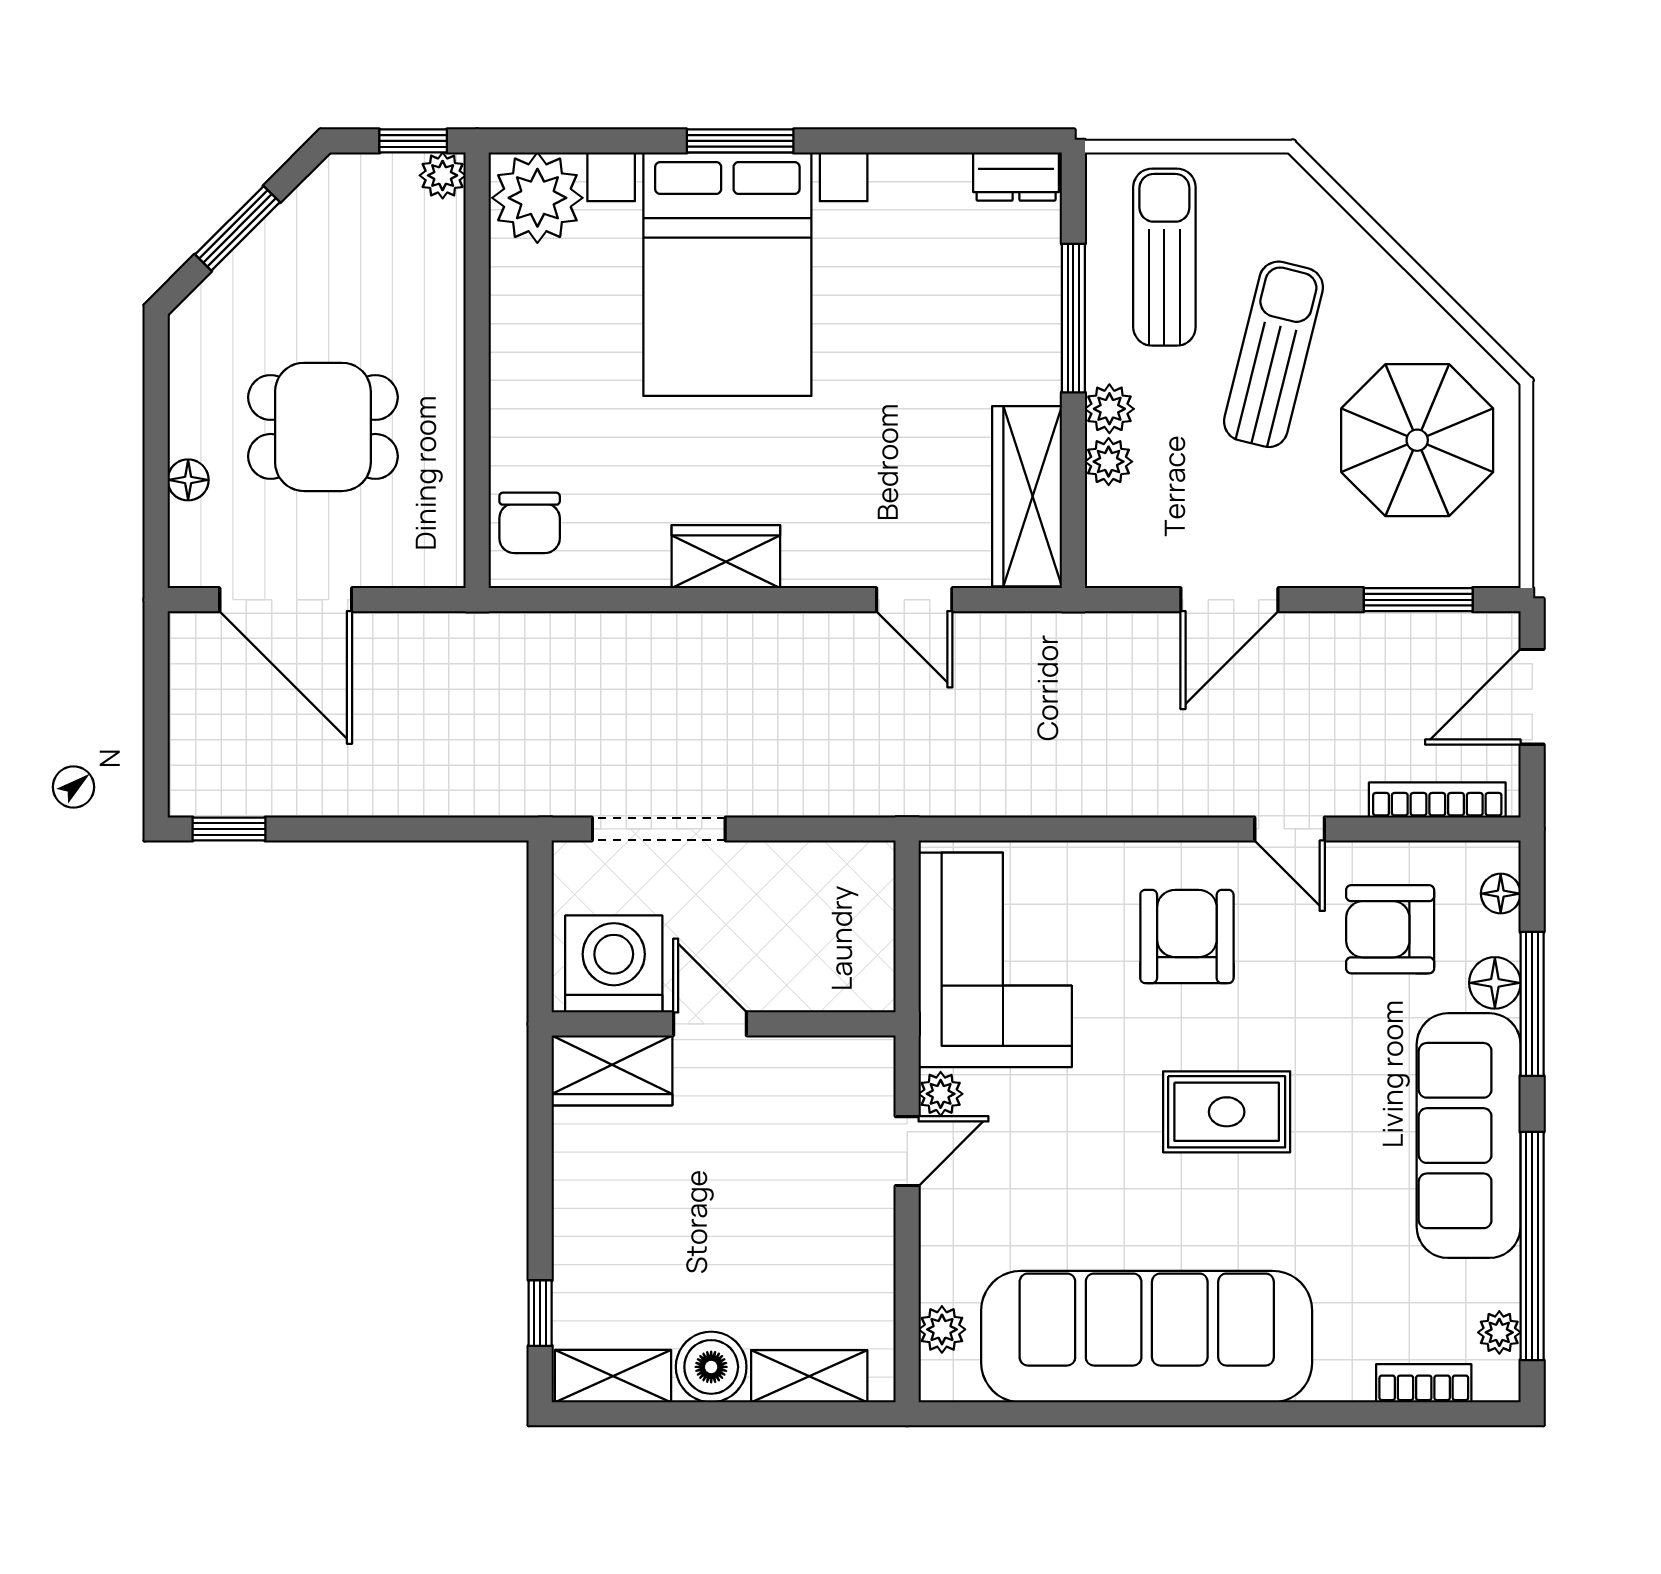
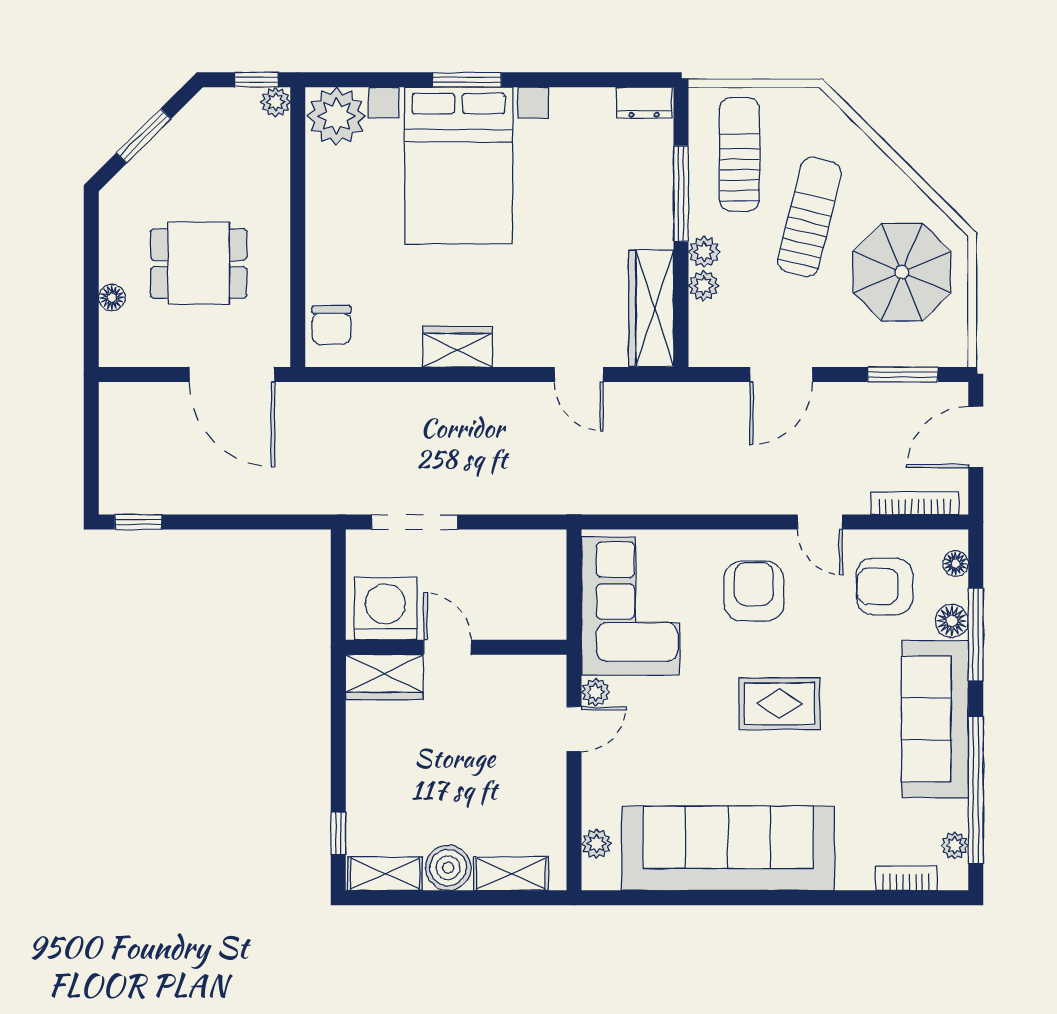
door: (286, 600) -> (232, 375), moved

